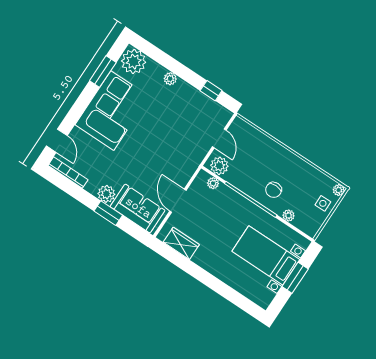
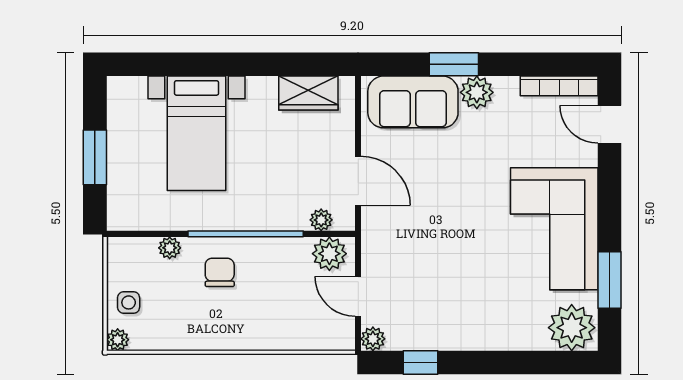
plant: (170, 79) -> (373, 339), moved
door: (178, 201) -> (358, 181), moved
bed with nightstands: (266, 255) -> (197, 133), moved, turned 90

